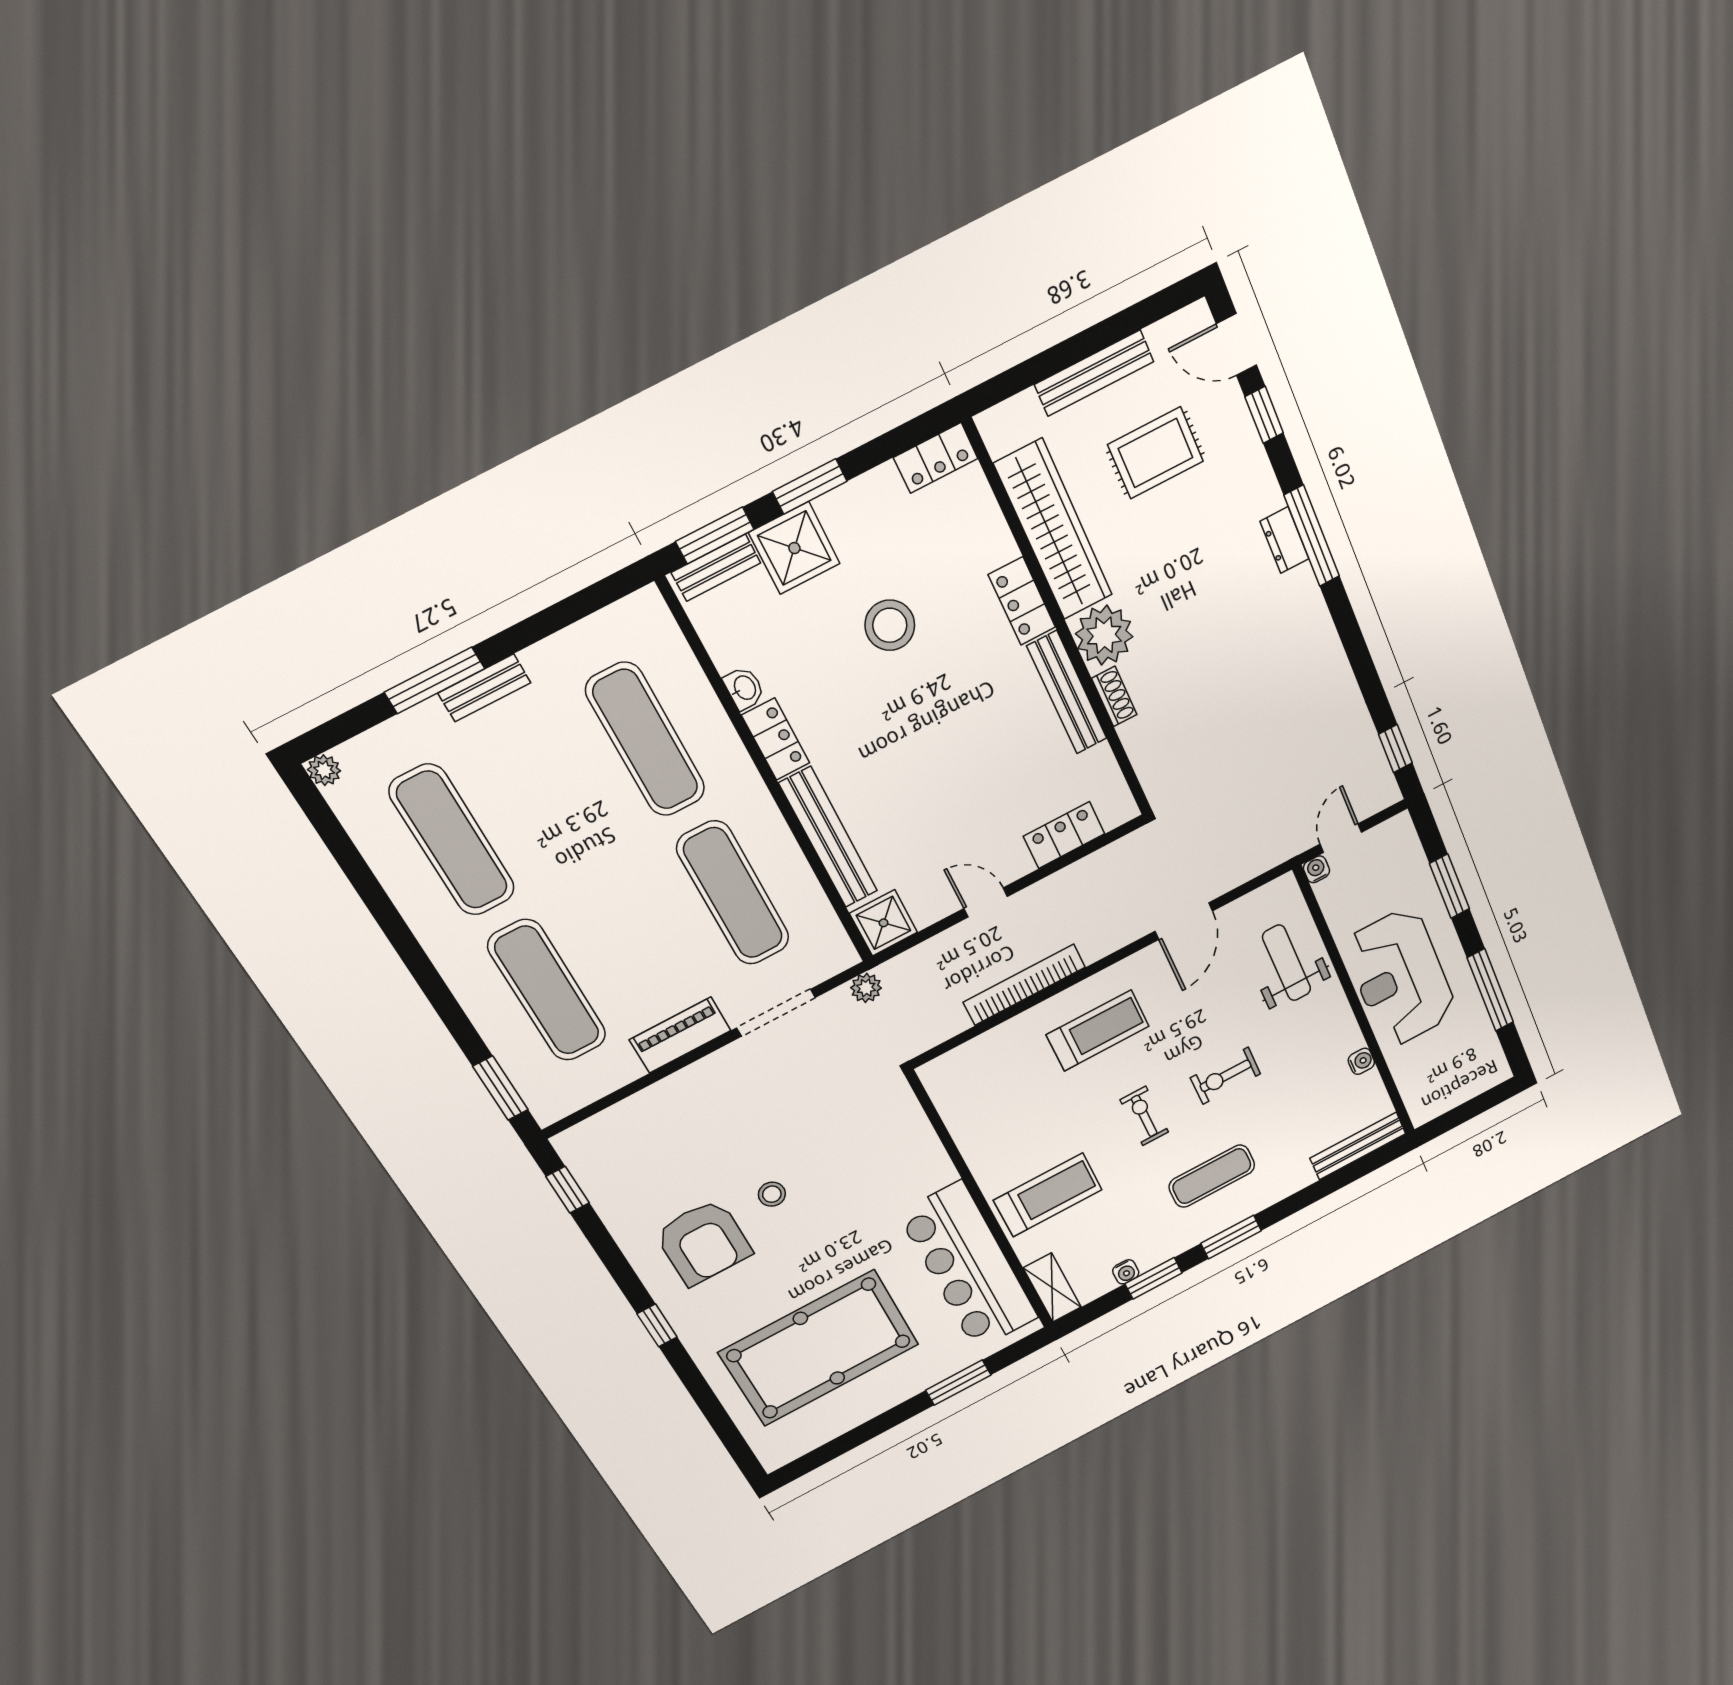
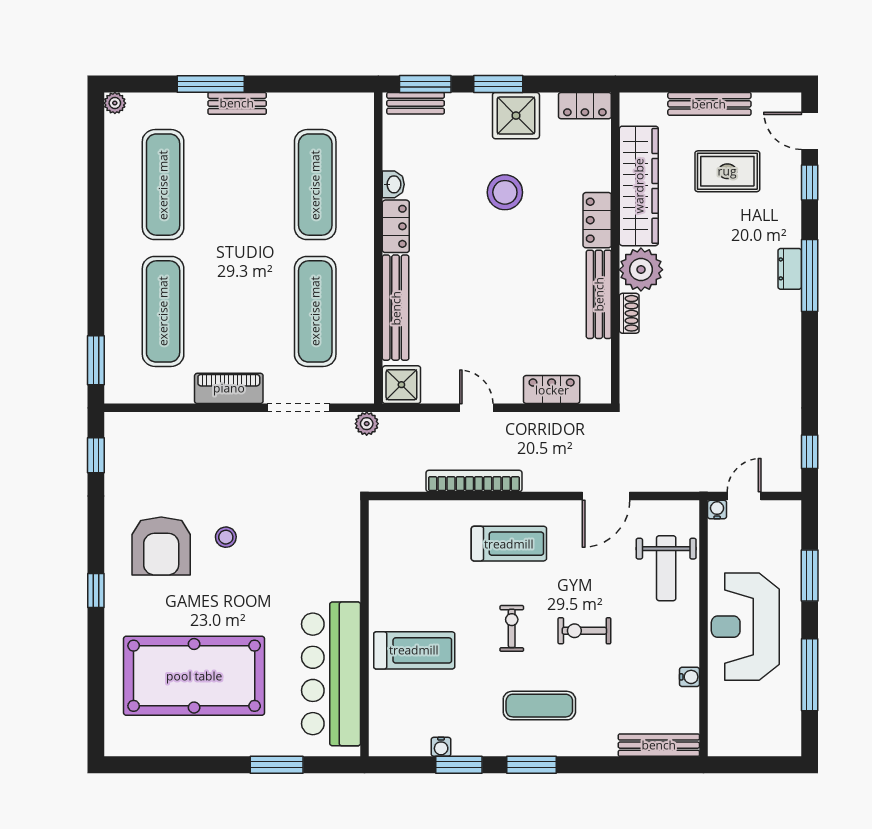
shower: (794, 548) -> (516, 116), moved
weight bench: (1287, 963) -> (666, 568), turned 180
shelving: (1052, 1288) -> (382, 727), removed

